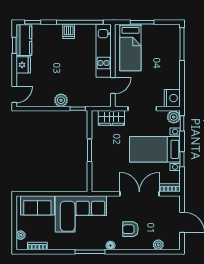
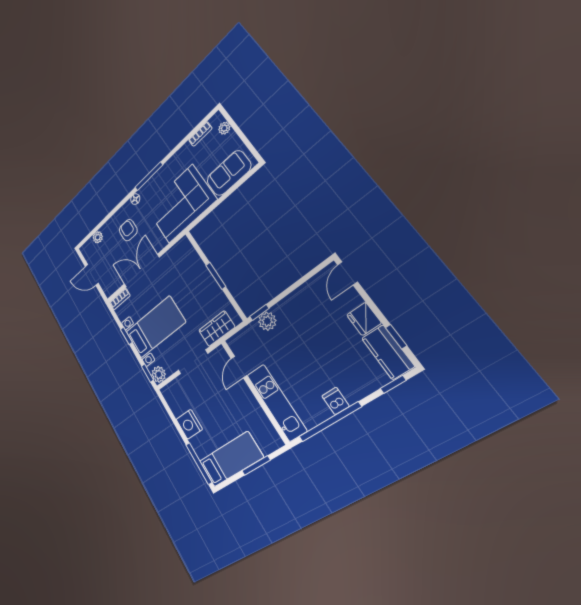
bed: (130, 47) -> (231, 459), moved, turned 90
nightstand: (172, 98) -> (189, 424), moved
plant: (61, 100) -> (267, 321), moved
double door: (139, 194) -> (142, 271), swing flipped
armchair: (130, 229) -> (128, 230), turned -90

